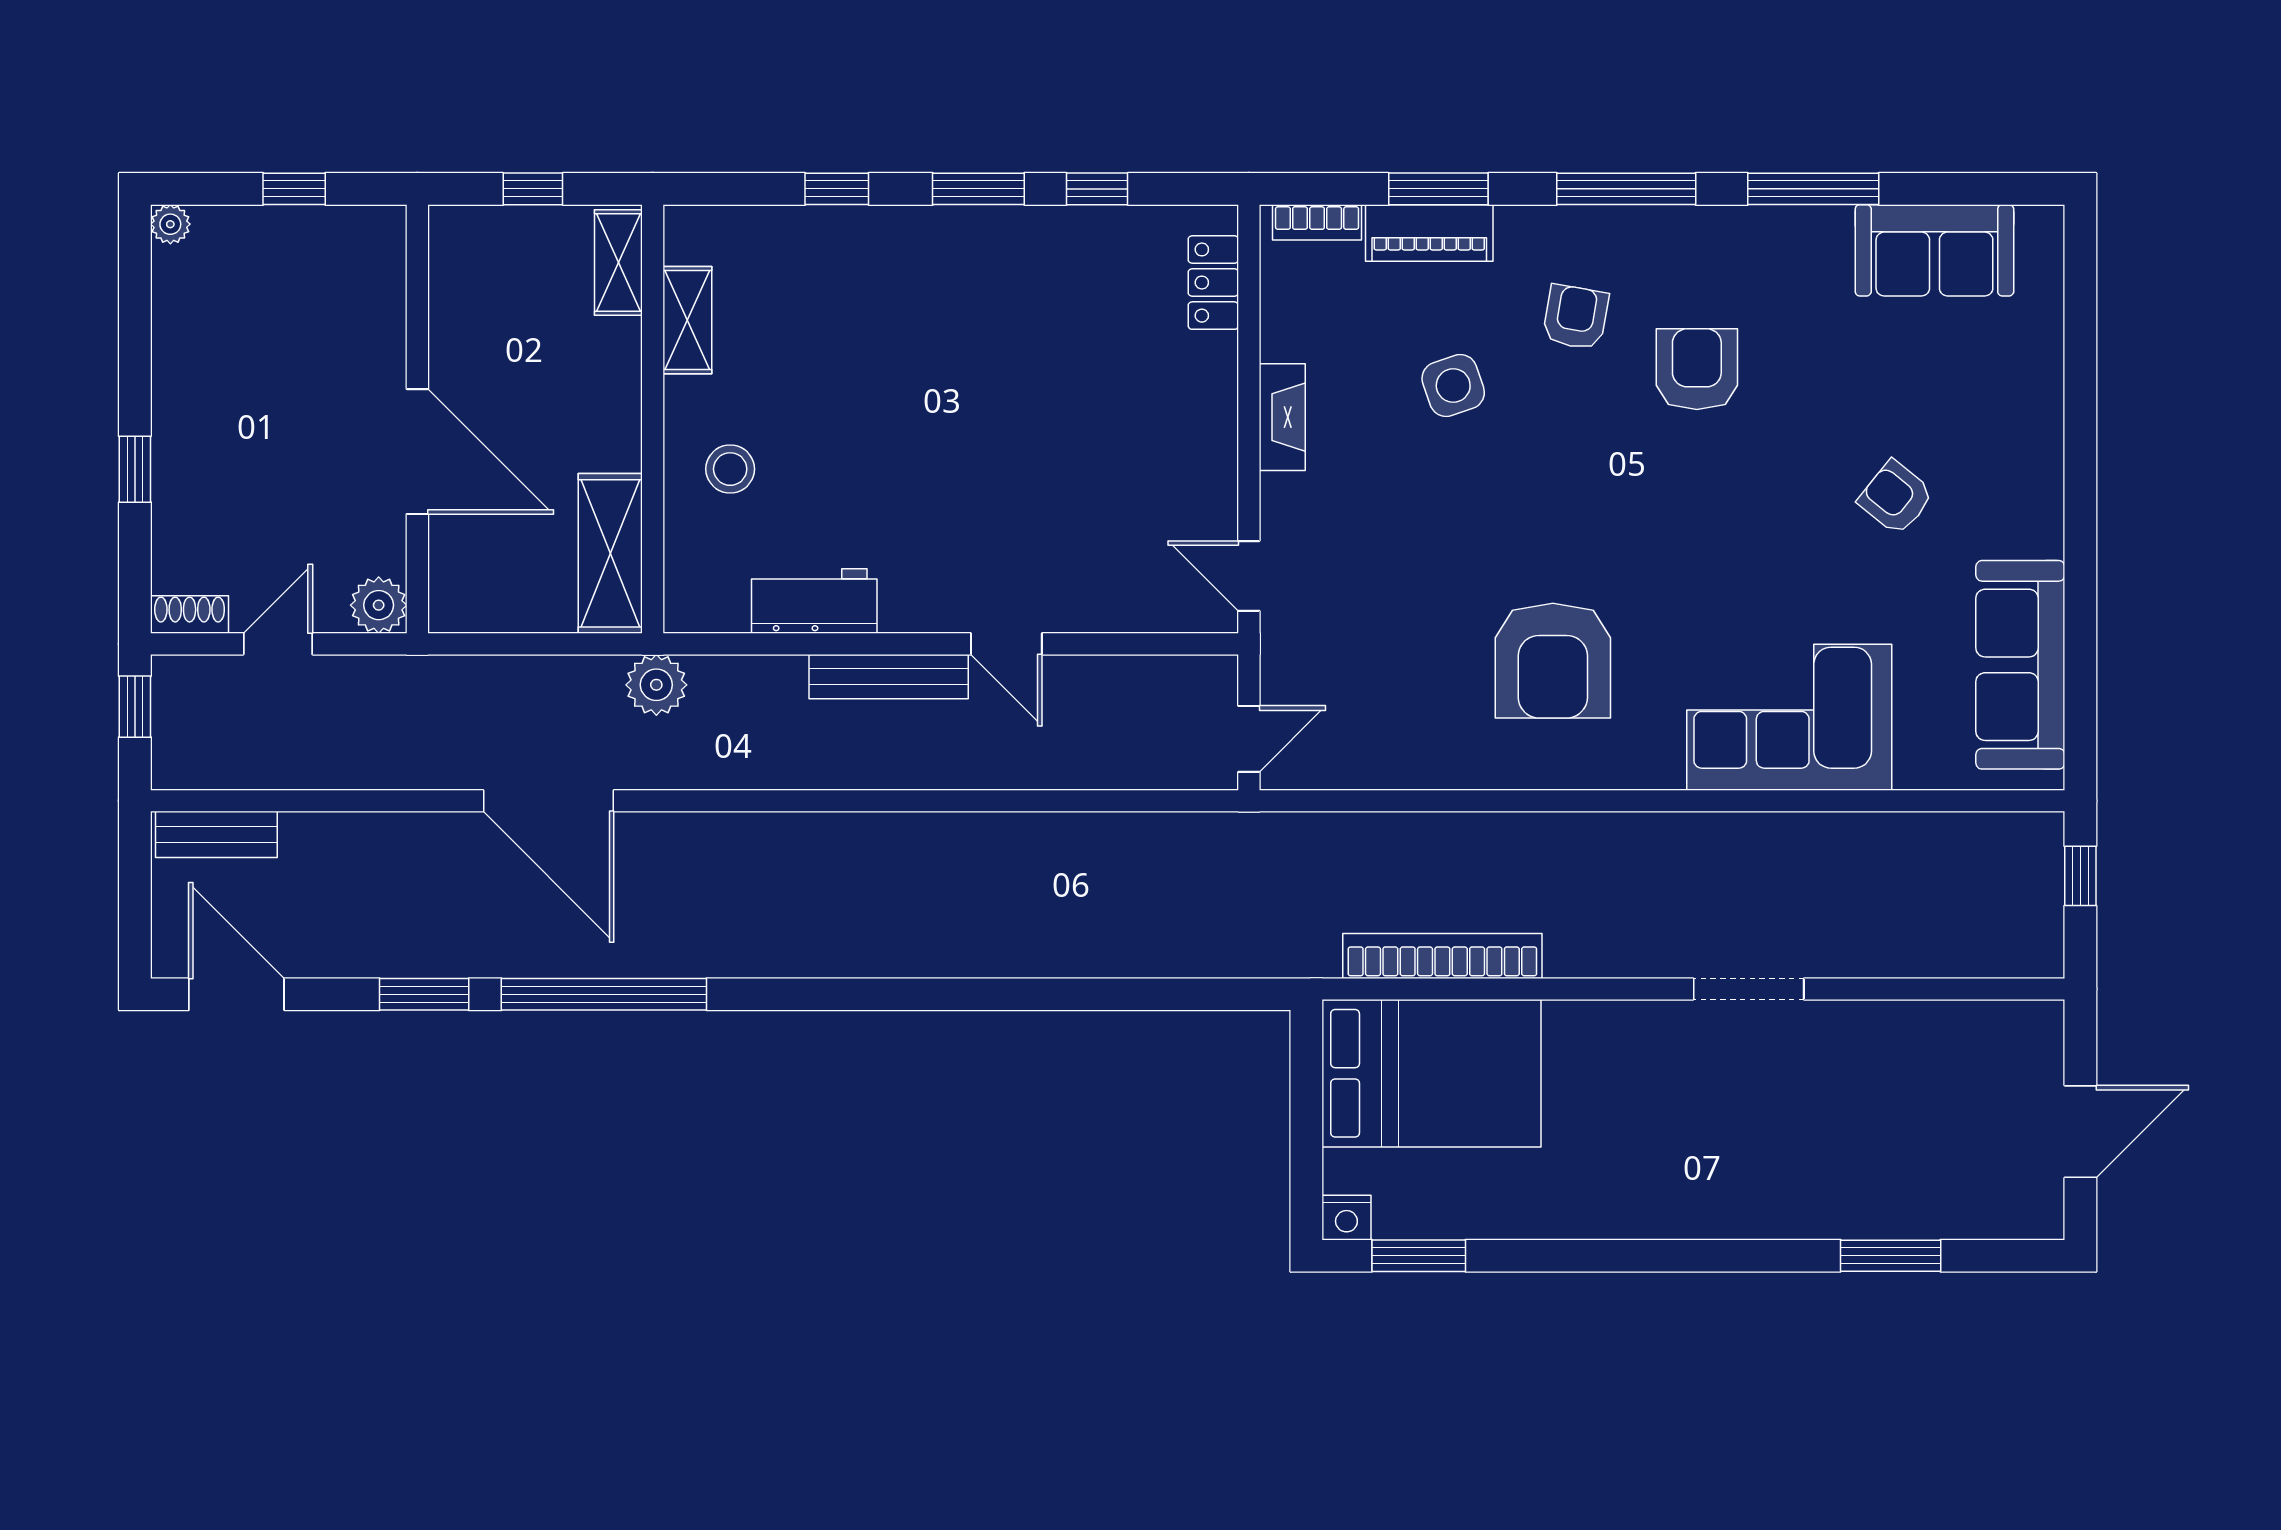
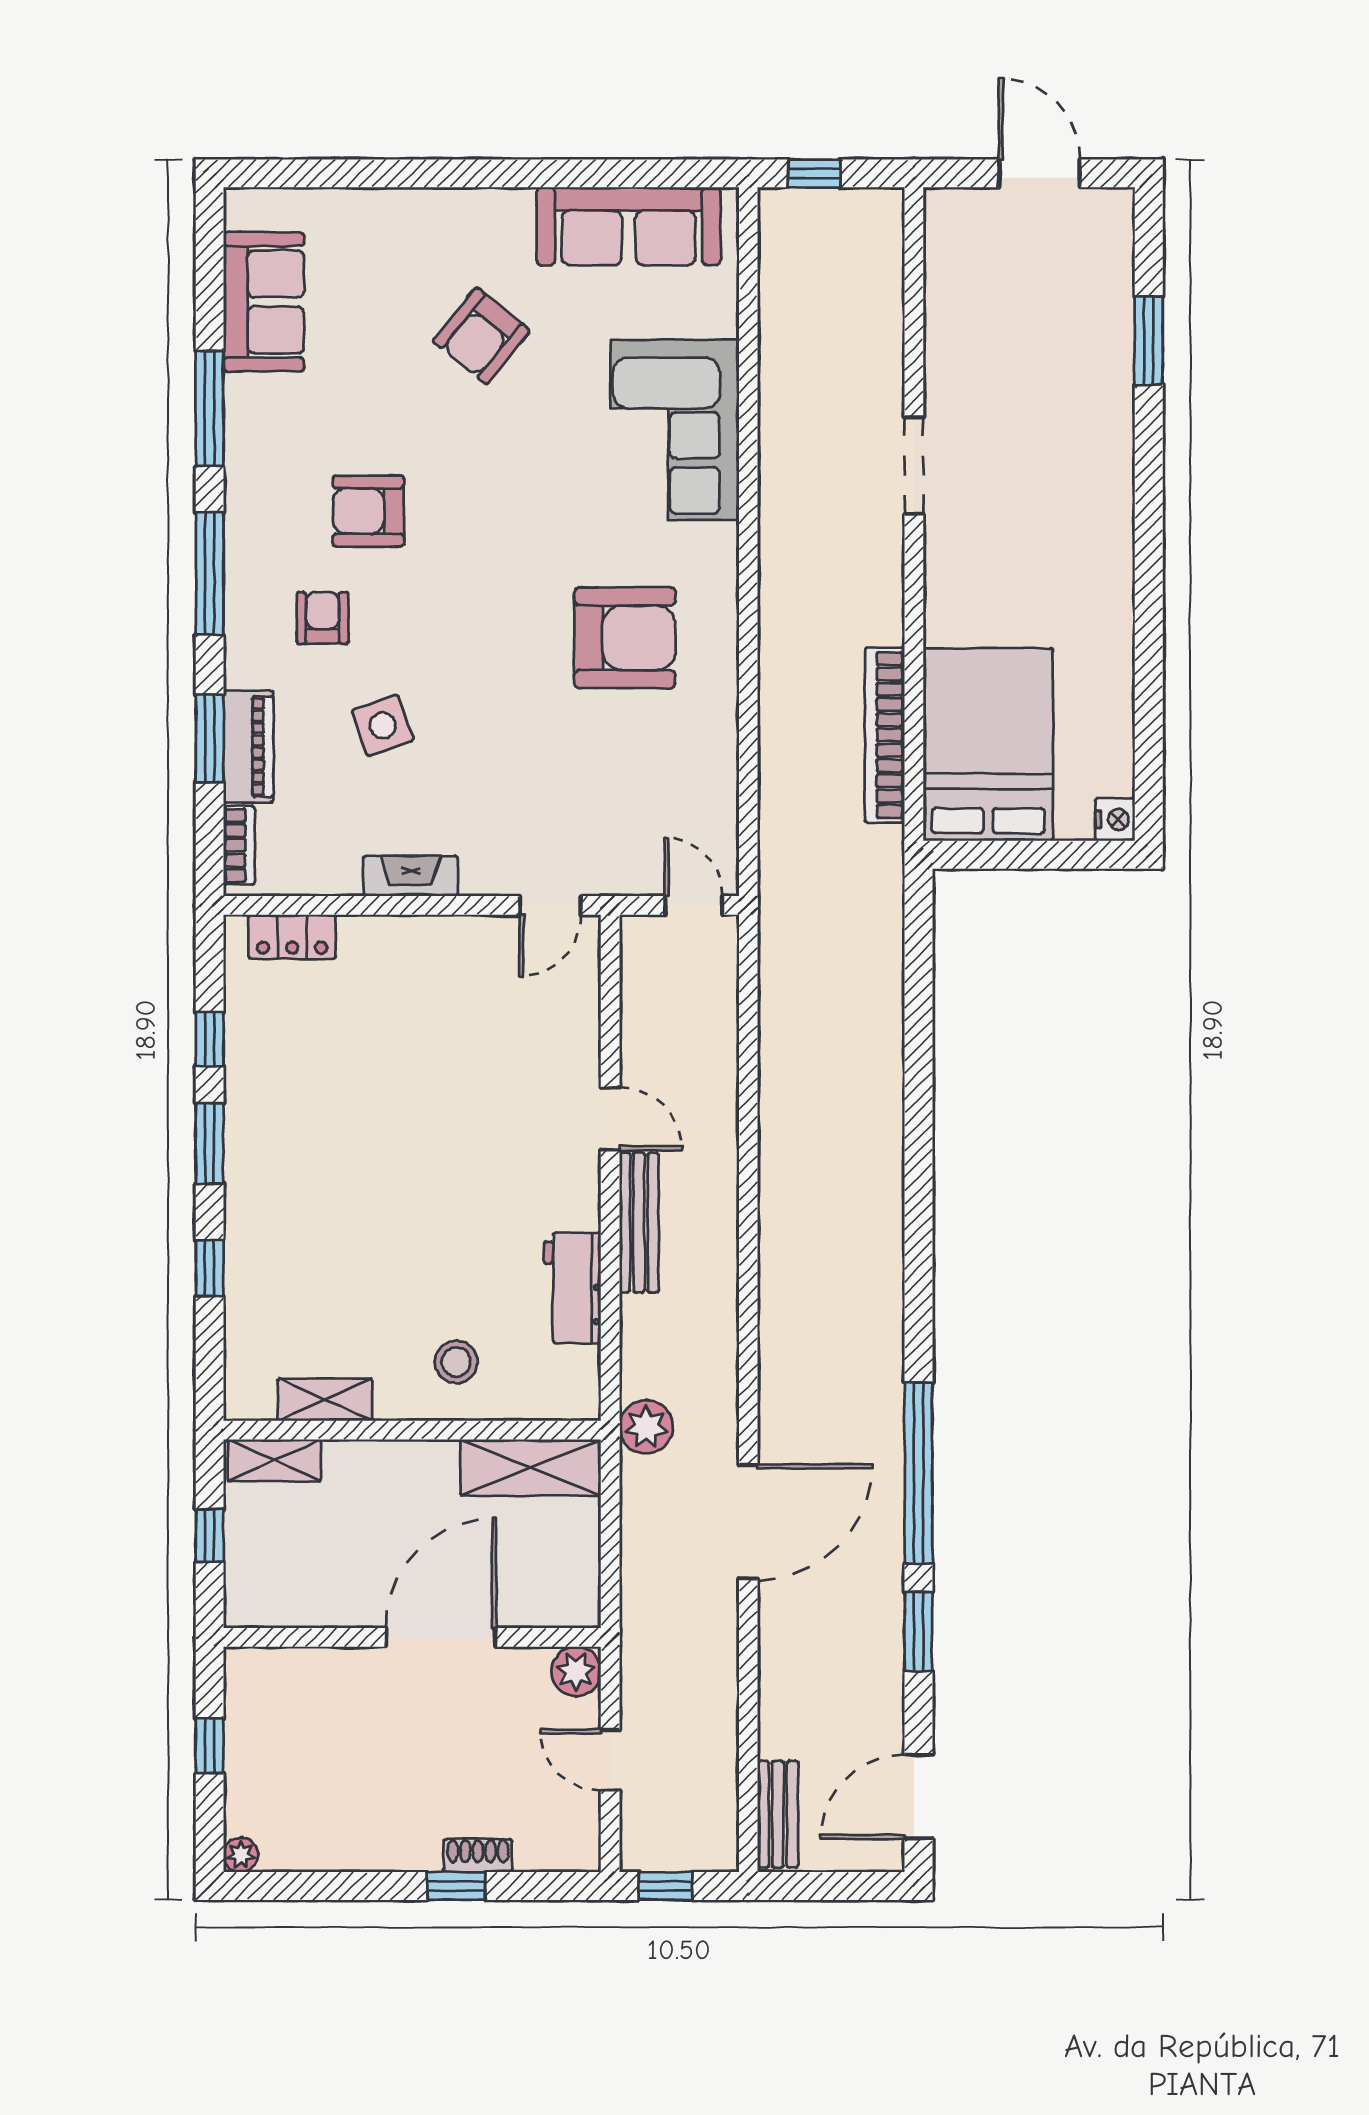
armchair: (1576, 317) -> (323, 618), turned 80
armchair: (1896, 498) -> (481, 336), width x1.38, depth x1.38
shoe rack: (190, 614) -> (478, 1856), moved, turned 90
door: (1006, 644) -> (610, 1119), hinge flipped
window: (1419, 1256) -> (1149, 756), removed

